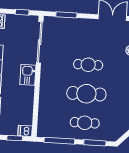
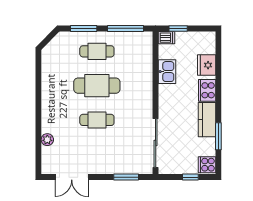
window: (22, 12) -> (190, 177), moved
kitchen sink: (28, 75) -> (167, 72), moved

